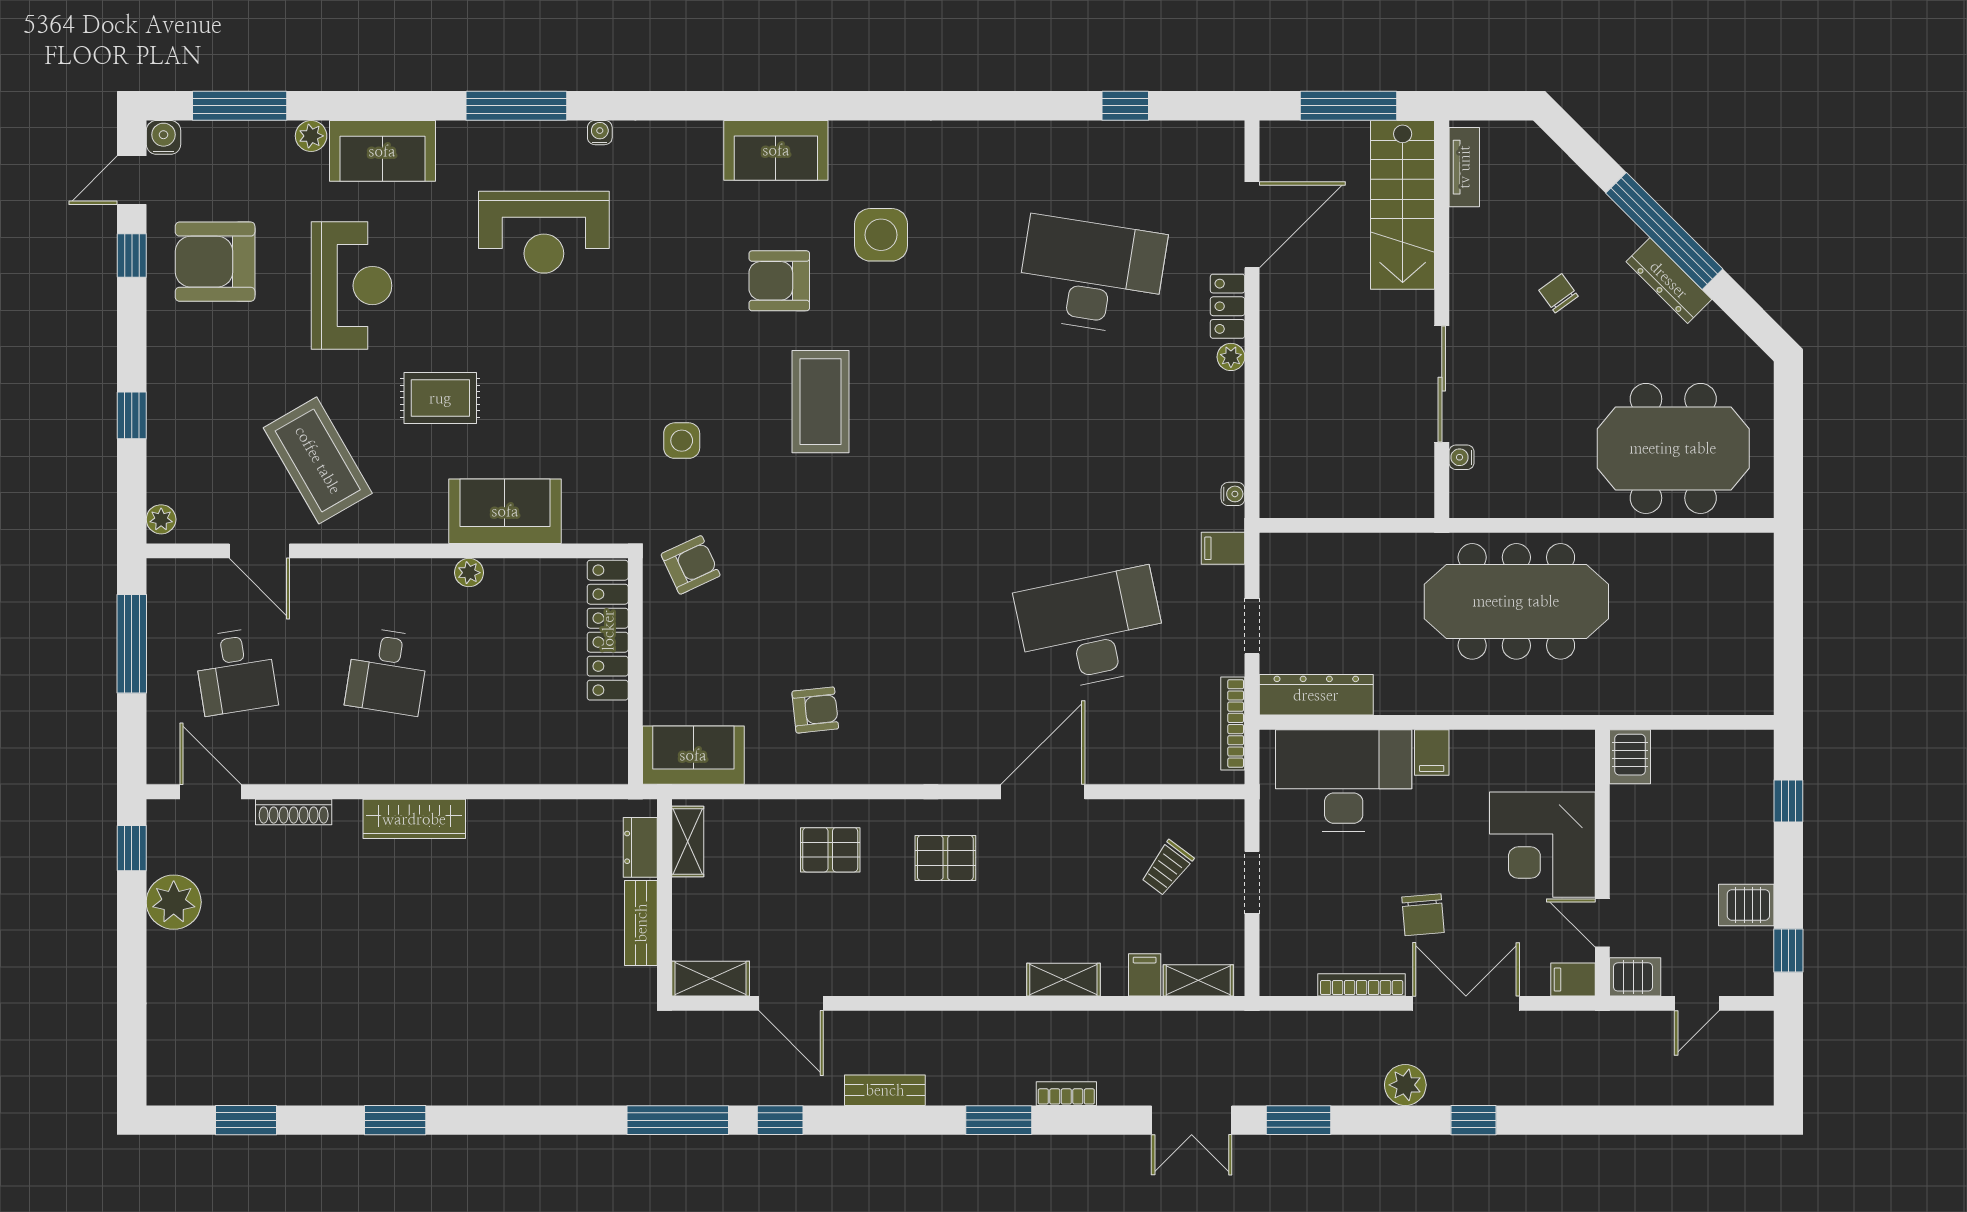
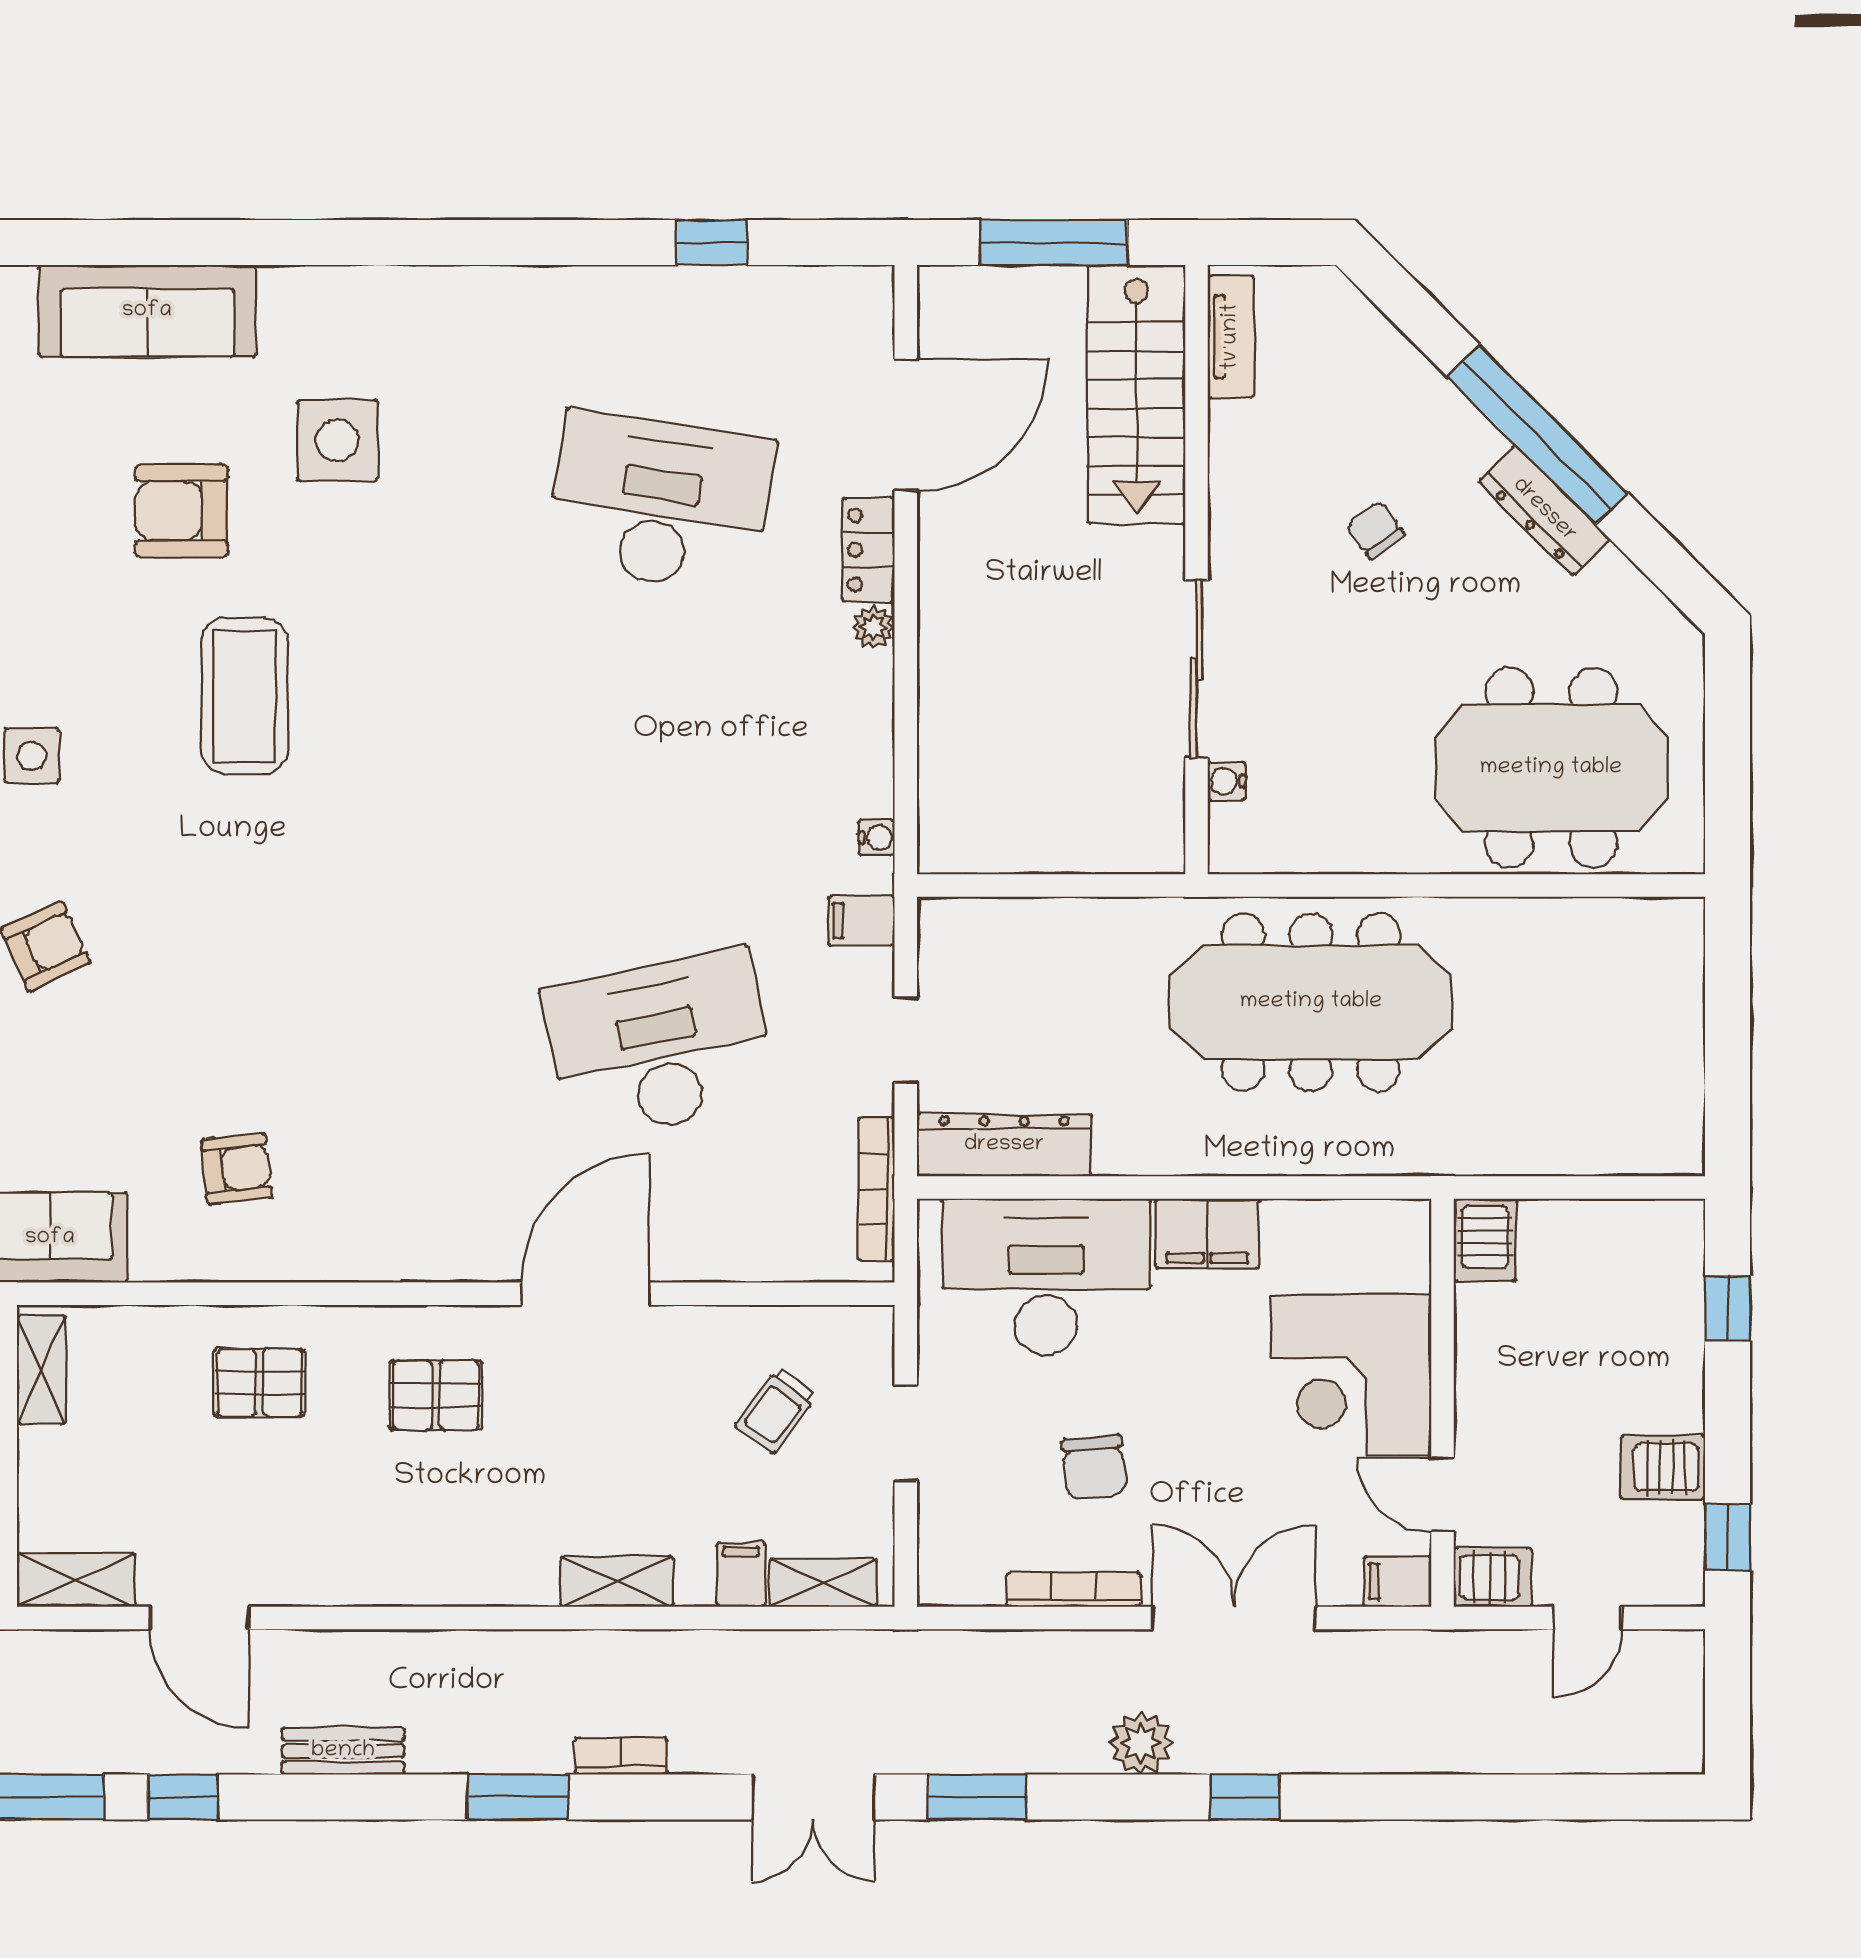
sofa: (776, 150) -> (147, 311), width x1.36
filing cabinet: (1432, 752) -> (1207, 1234), width x2.00
chair: (1423, 915) -> (1094, 1467), moved

